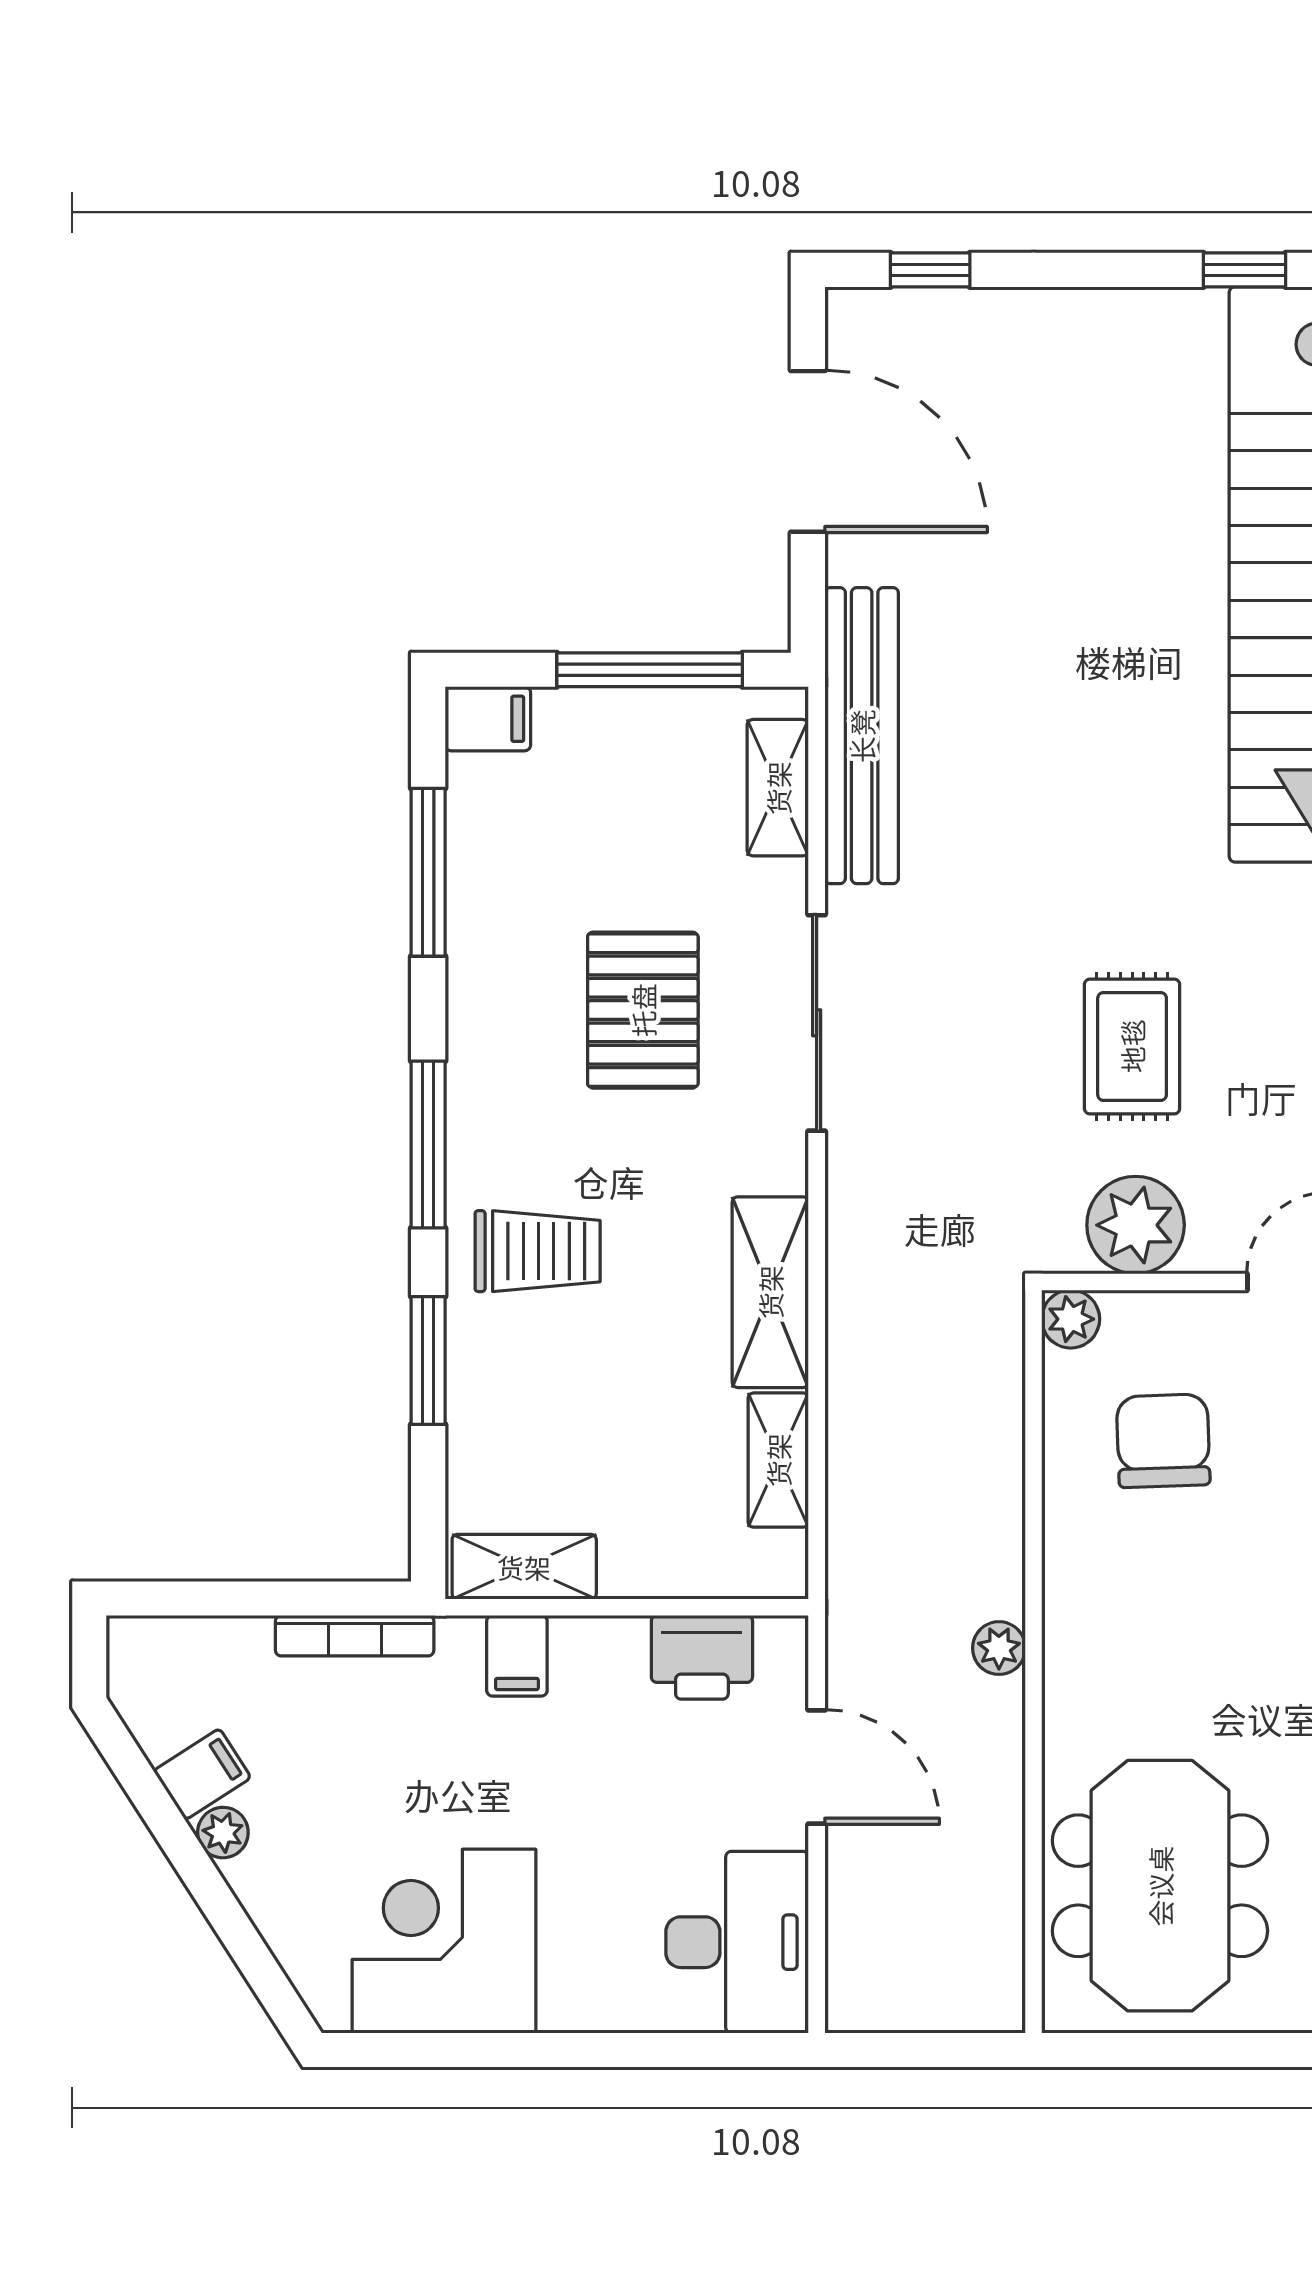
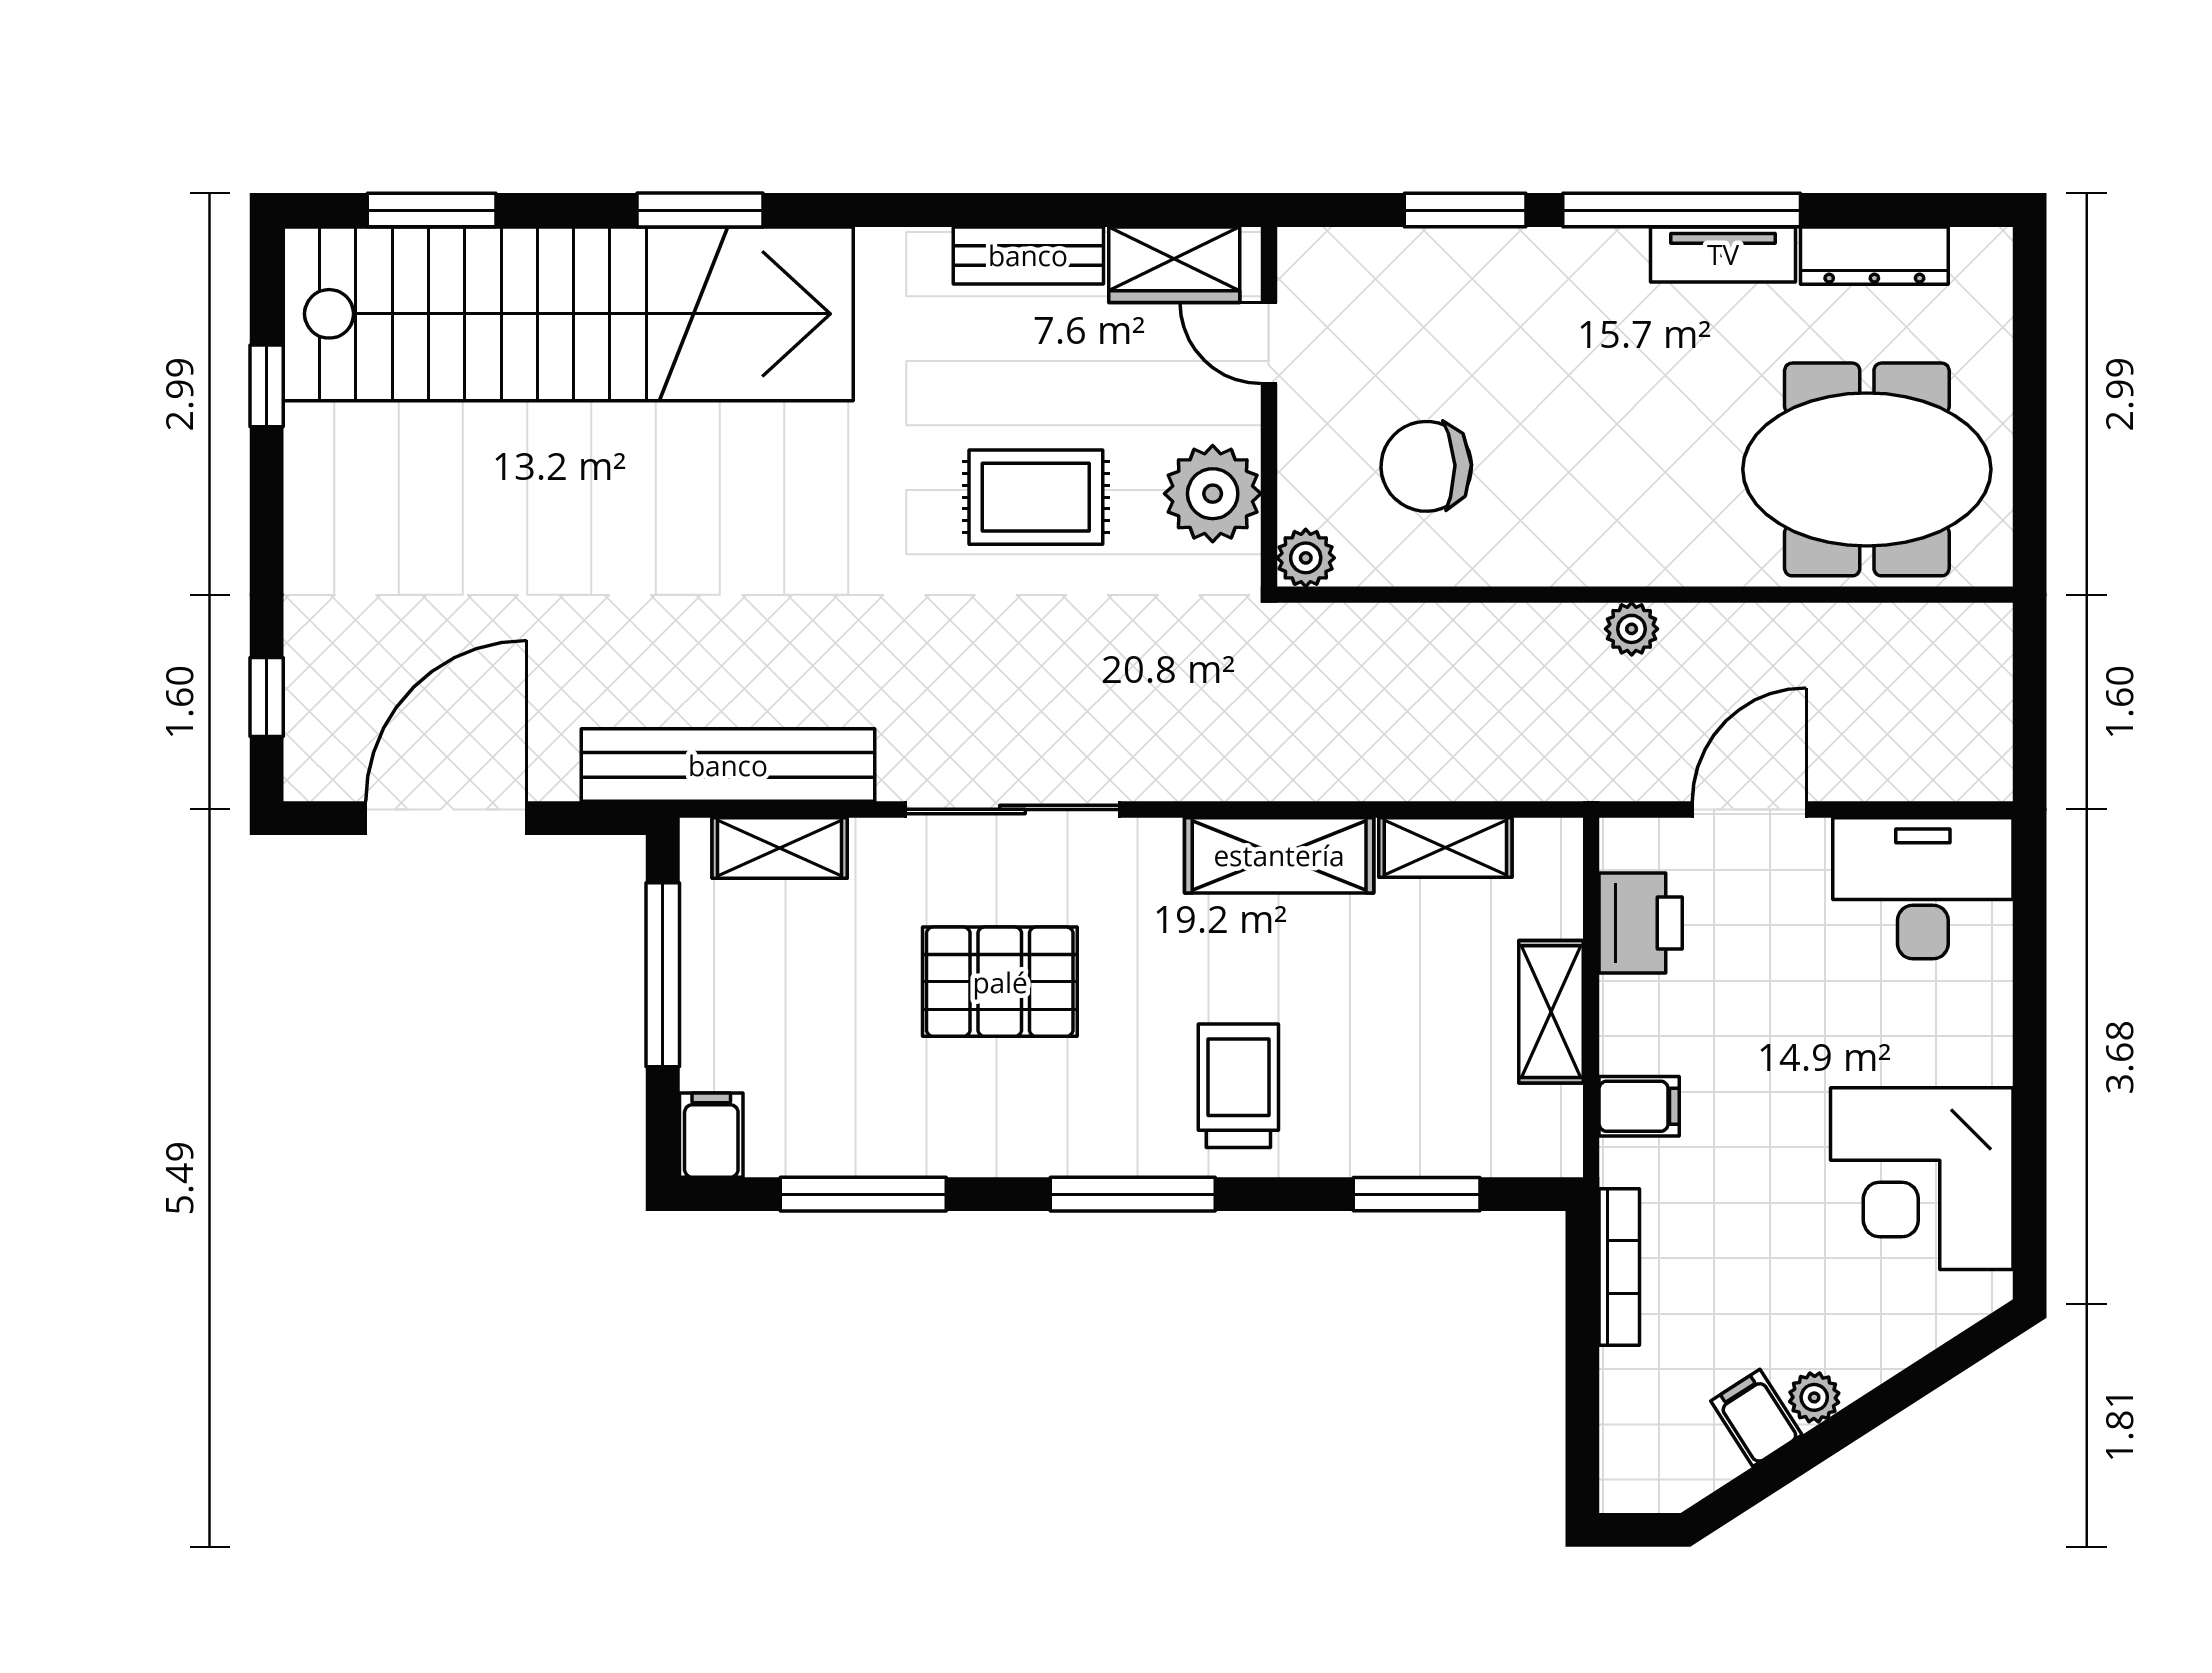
window: (428, 1361) -> (1417, 1194), moved
shelving: (524, 1567) -> (1551, 1012), moved

